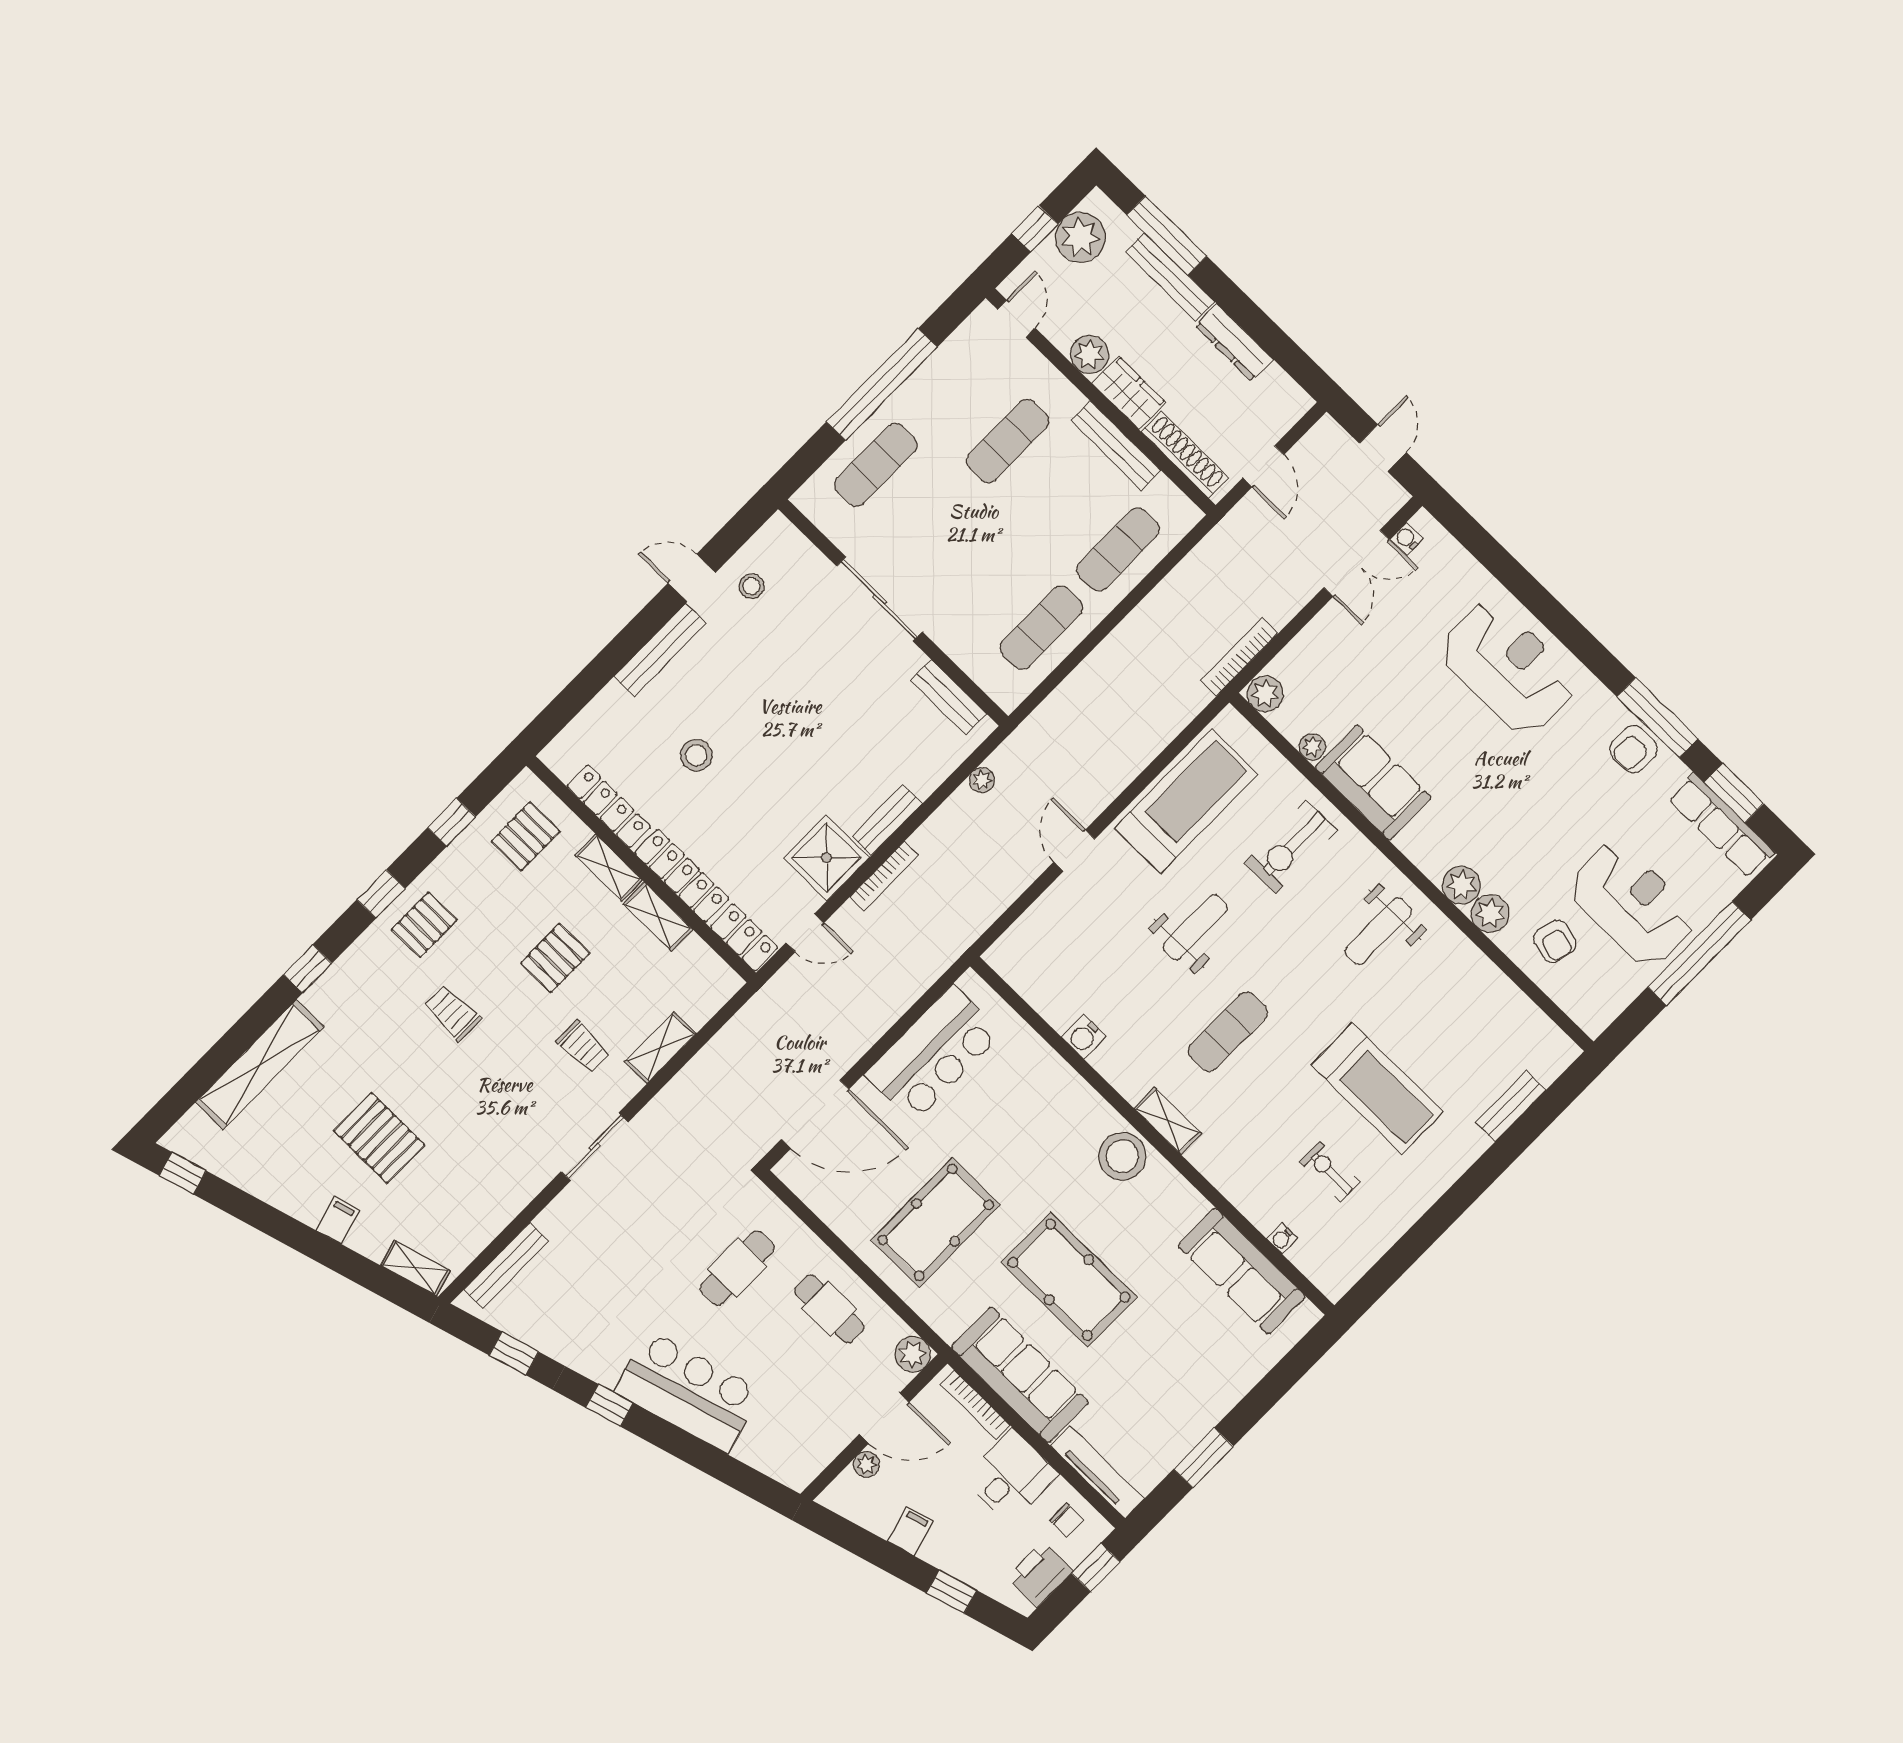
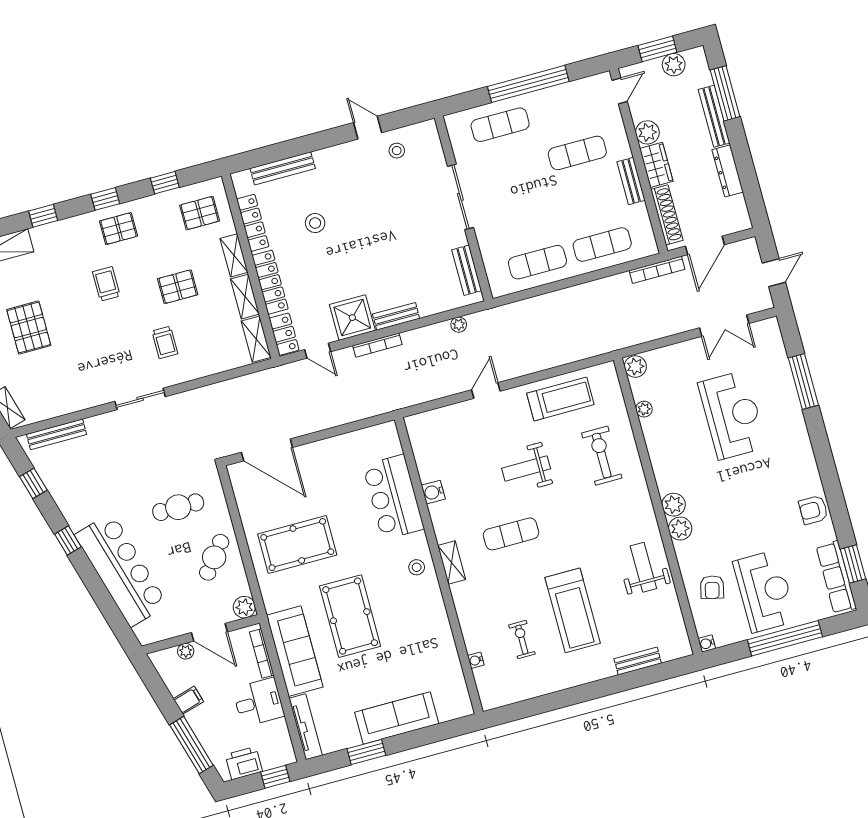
window: (1035, 229) -> (657, 49), width x1.50
plant: (1080, 237) -> (674, 65), width x0.73, depth x0.73
bench: (1116, 446) -> (631, 181), width x0.73
door: (1263, 466) -> (705, 245), width x1.38
water cooler: (1407, 539) -> (707, 644), moved, turned -90
bench: (660, 650) -> (283, 168), moved
bookcase: (1239, 657) -> (657, 270), moved, turned 180
reception desk: (1508, 667) -> (732, 415), moved
window: (1657, 718) -> (803, 381), moved
sofa: (1373, 782) -> (665, 447), removed
treadmill: (1186, 801) -> (560, 399), width x0.73, depth x0.73
exercise bike: (1291, 847) -> (602, 456), turned 90
plant: (1490, 914) -> (674, 505), moved
weight bench: (1195, 927) -> (526, 468), turned 180
weight bench: (1379, 931) -> (643, 567), moved, turned 90
shelving: (660, 1048) -> (256, 339), moved, turned 90
bar counter: (933, 1054) -> (393, 497), moved, turned 90
stool: (1122, 1156) -> (417, 567), width x0.53, depth x0.53
sofa: (1242, 1271) -> (397, 718), moved, turned 90
cafe table: (829, 1309) -> (214, 557), turned 38
bar counter: (688, 1391) -> (121, 570), width x1.36
chair: (1067, 1520) -> (275, 743), removed
window: (952, 1592) -> (191, 745), width x2.17

